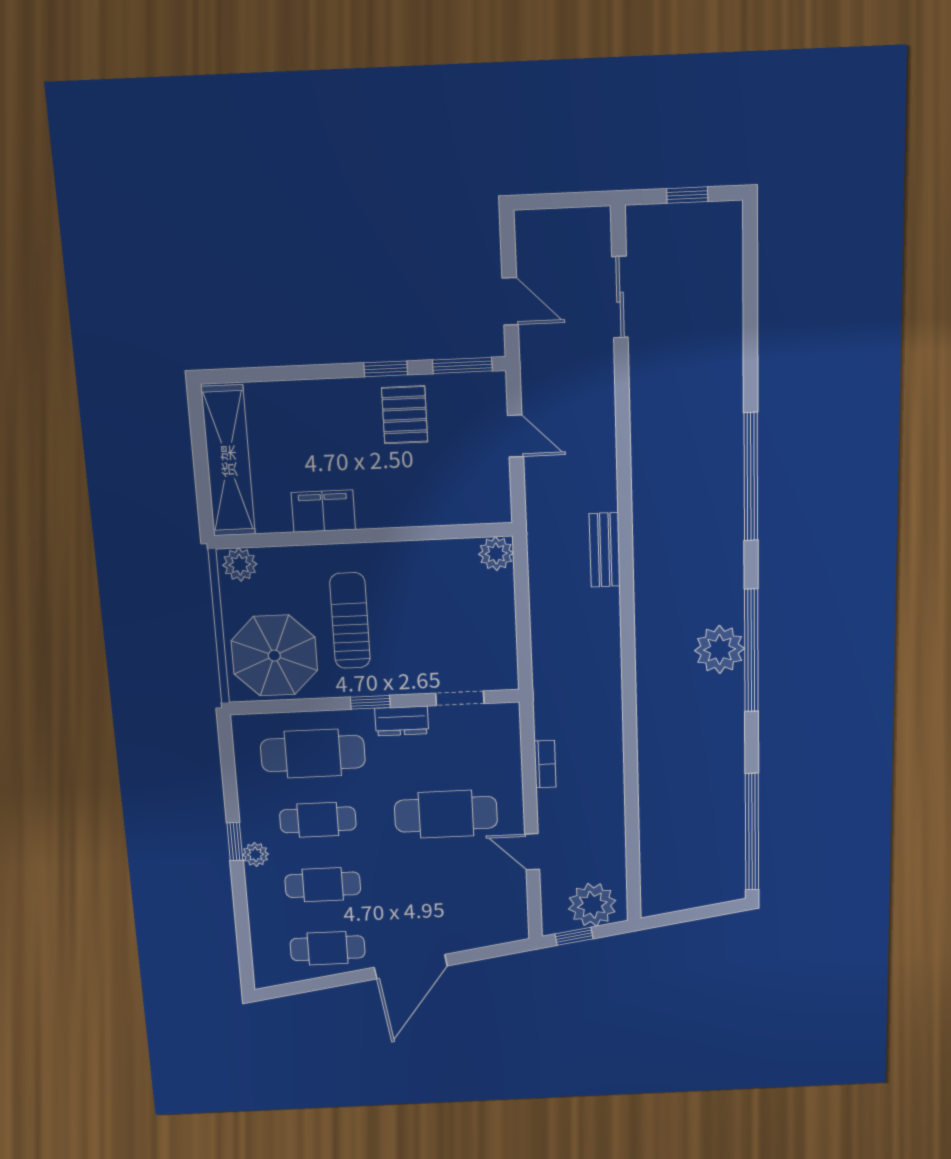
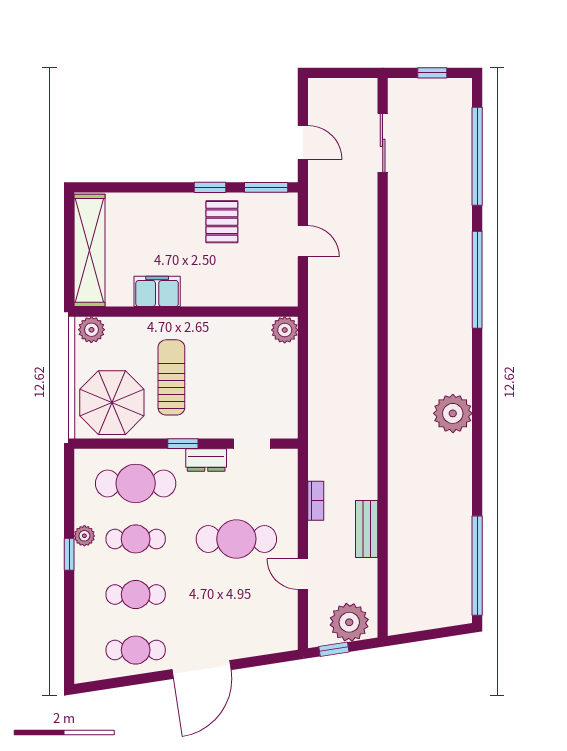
bench: (605, 550) -> (367, 529), moved
window: (751, 651) -> (477, 156), moved
plant: (255, 854) -> (84, 536), moved

